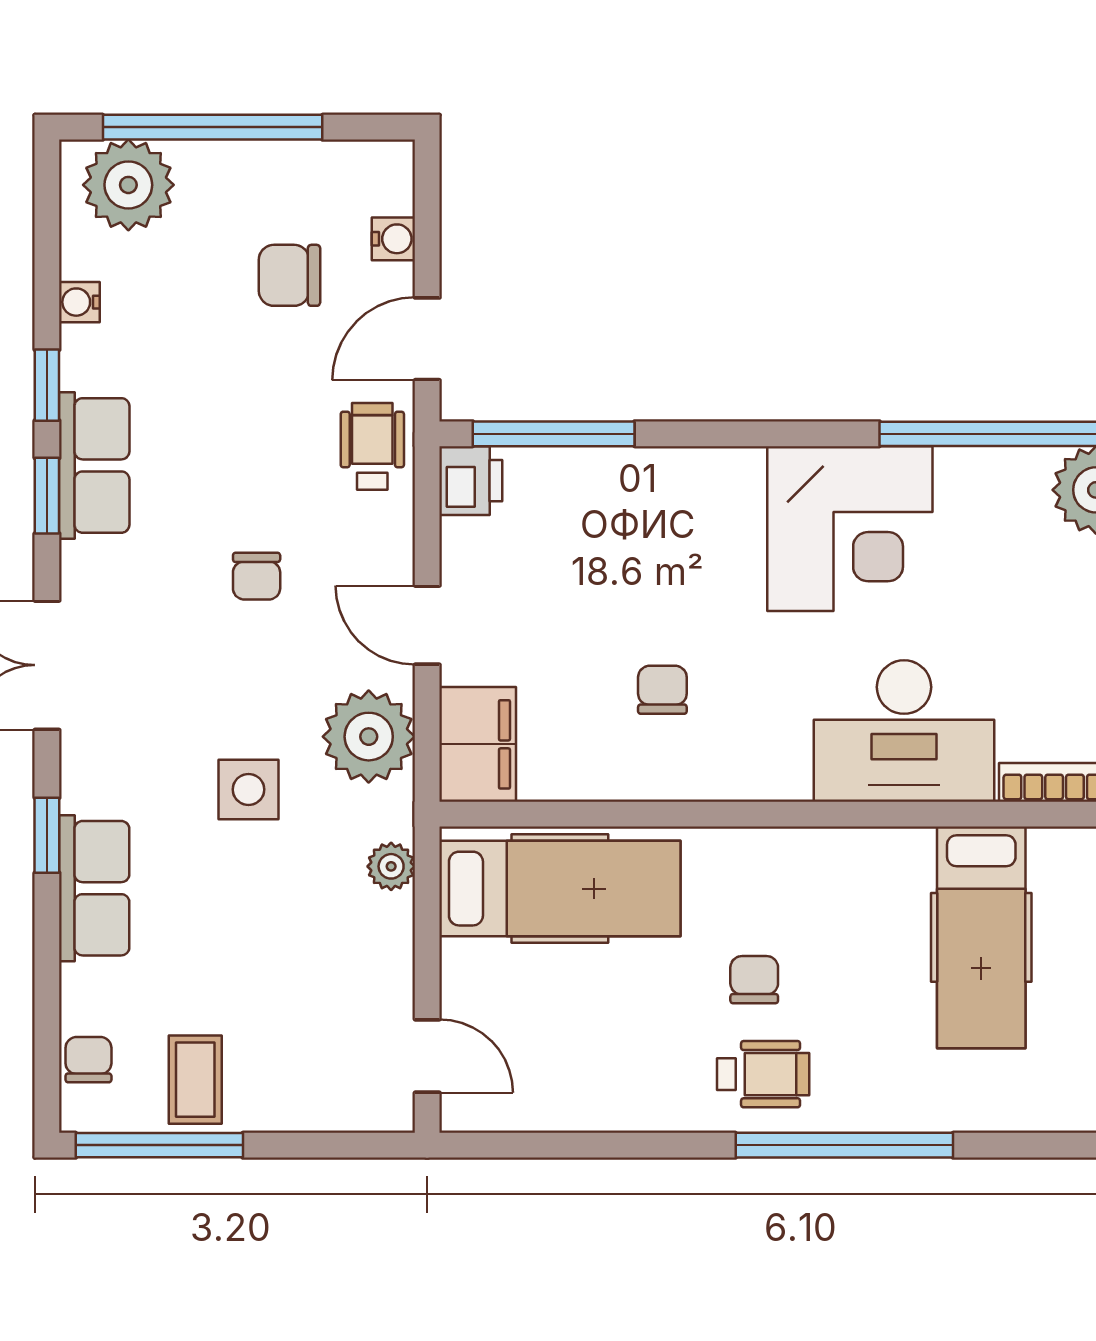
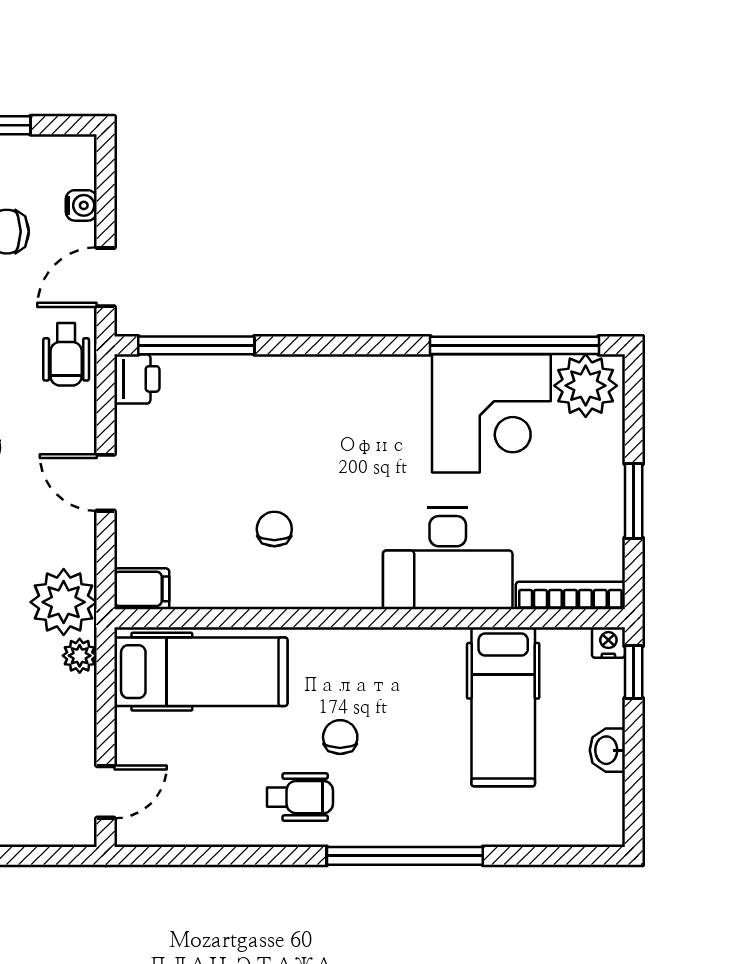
wheelchair: (372, 446) -> (66, 354), turned 180
corner desk: (850, 529) -> (491, 413), moved
plant: (369, 737) -> (64, 602), moved
filing cabinet: (478, 744) -> (142, 589), width x0.50
door: (427, 1056) -> (105, 792), hinge flipped
wheelchair: (763, 1074) -> (300, 797), moved

